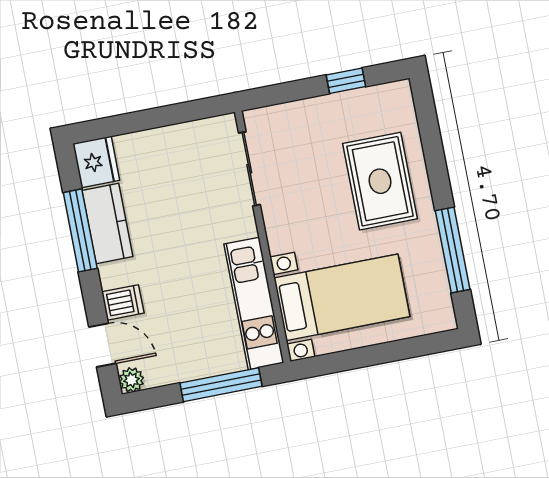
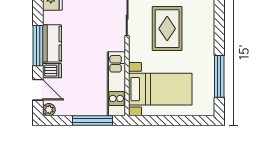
rug: (380, 181) -> (167, 29), moved
kitchen counter: (107, 223) -> (52, 43), moved
window: (80, 230) -> (38, 46), moved

